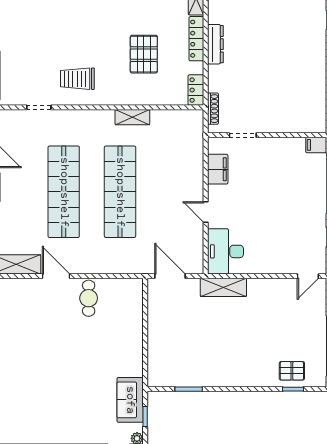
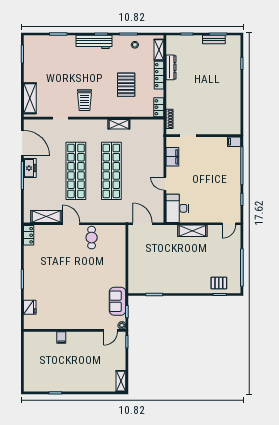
dresser: (215, 44) -> (171, 67), moved
trolley: (77, 79) -> (85, 100), turned -90
shelving: (223, 287) -> (192, 231), moved

